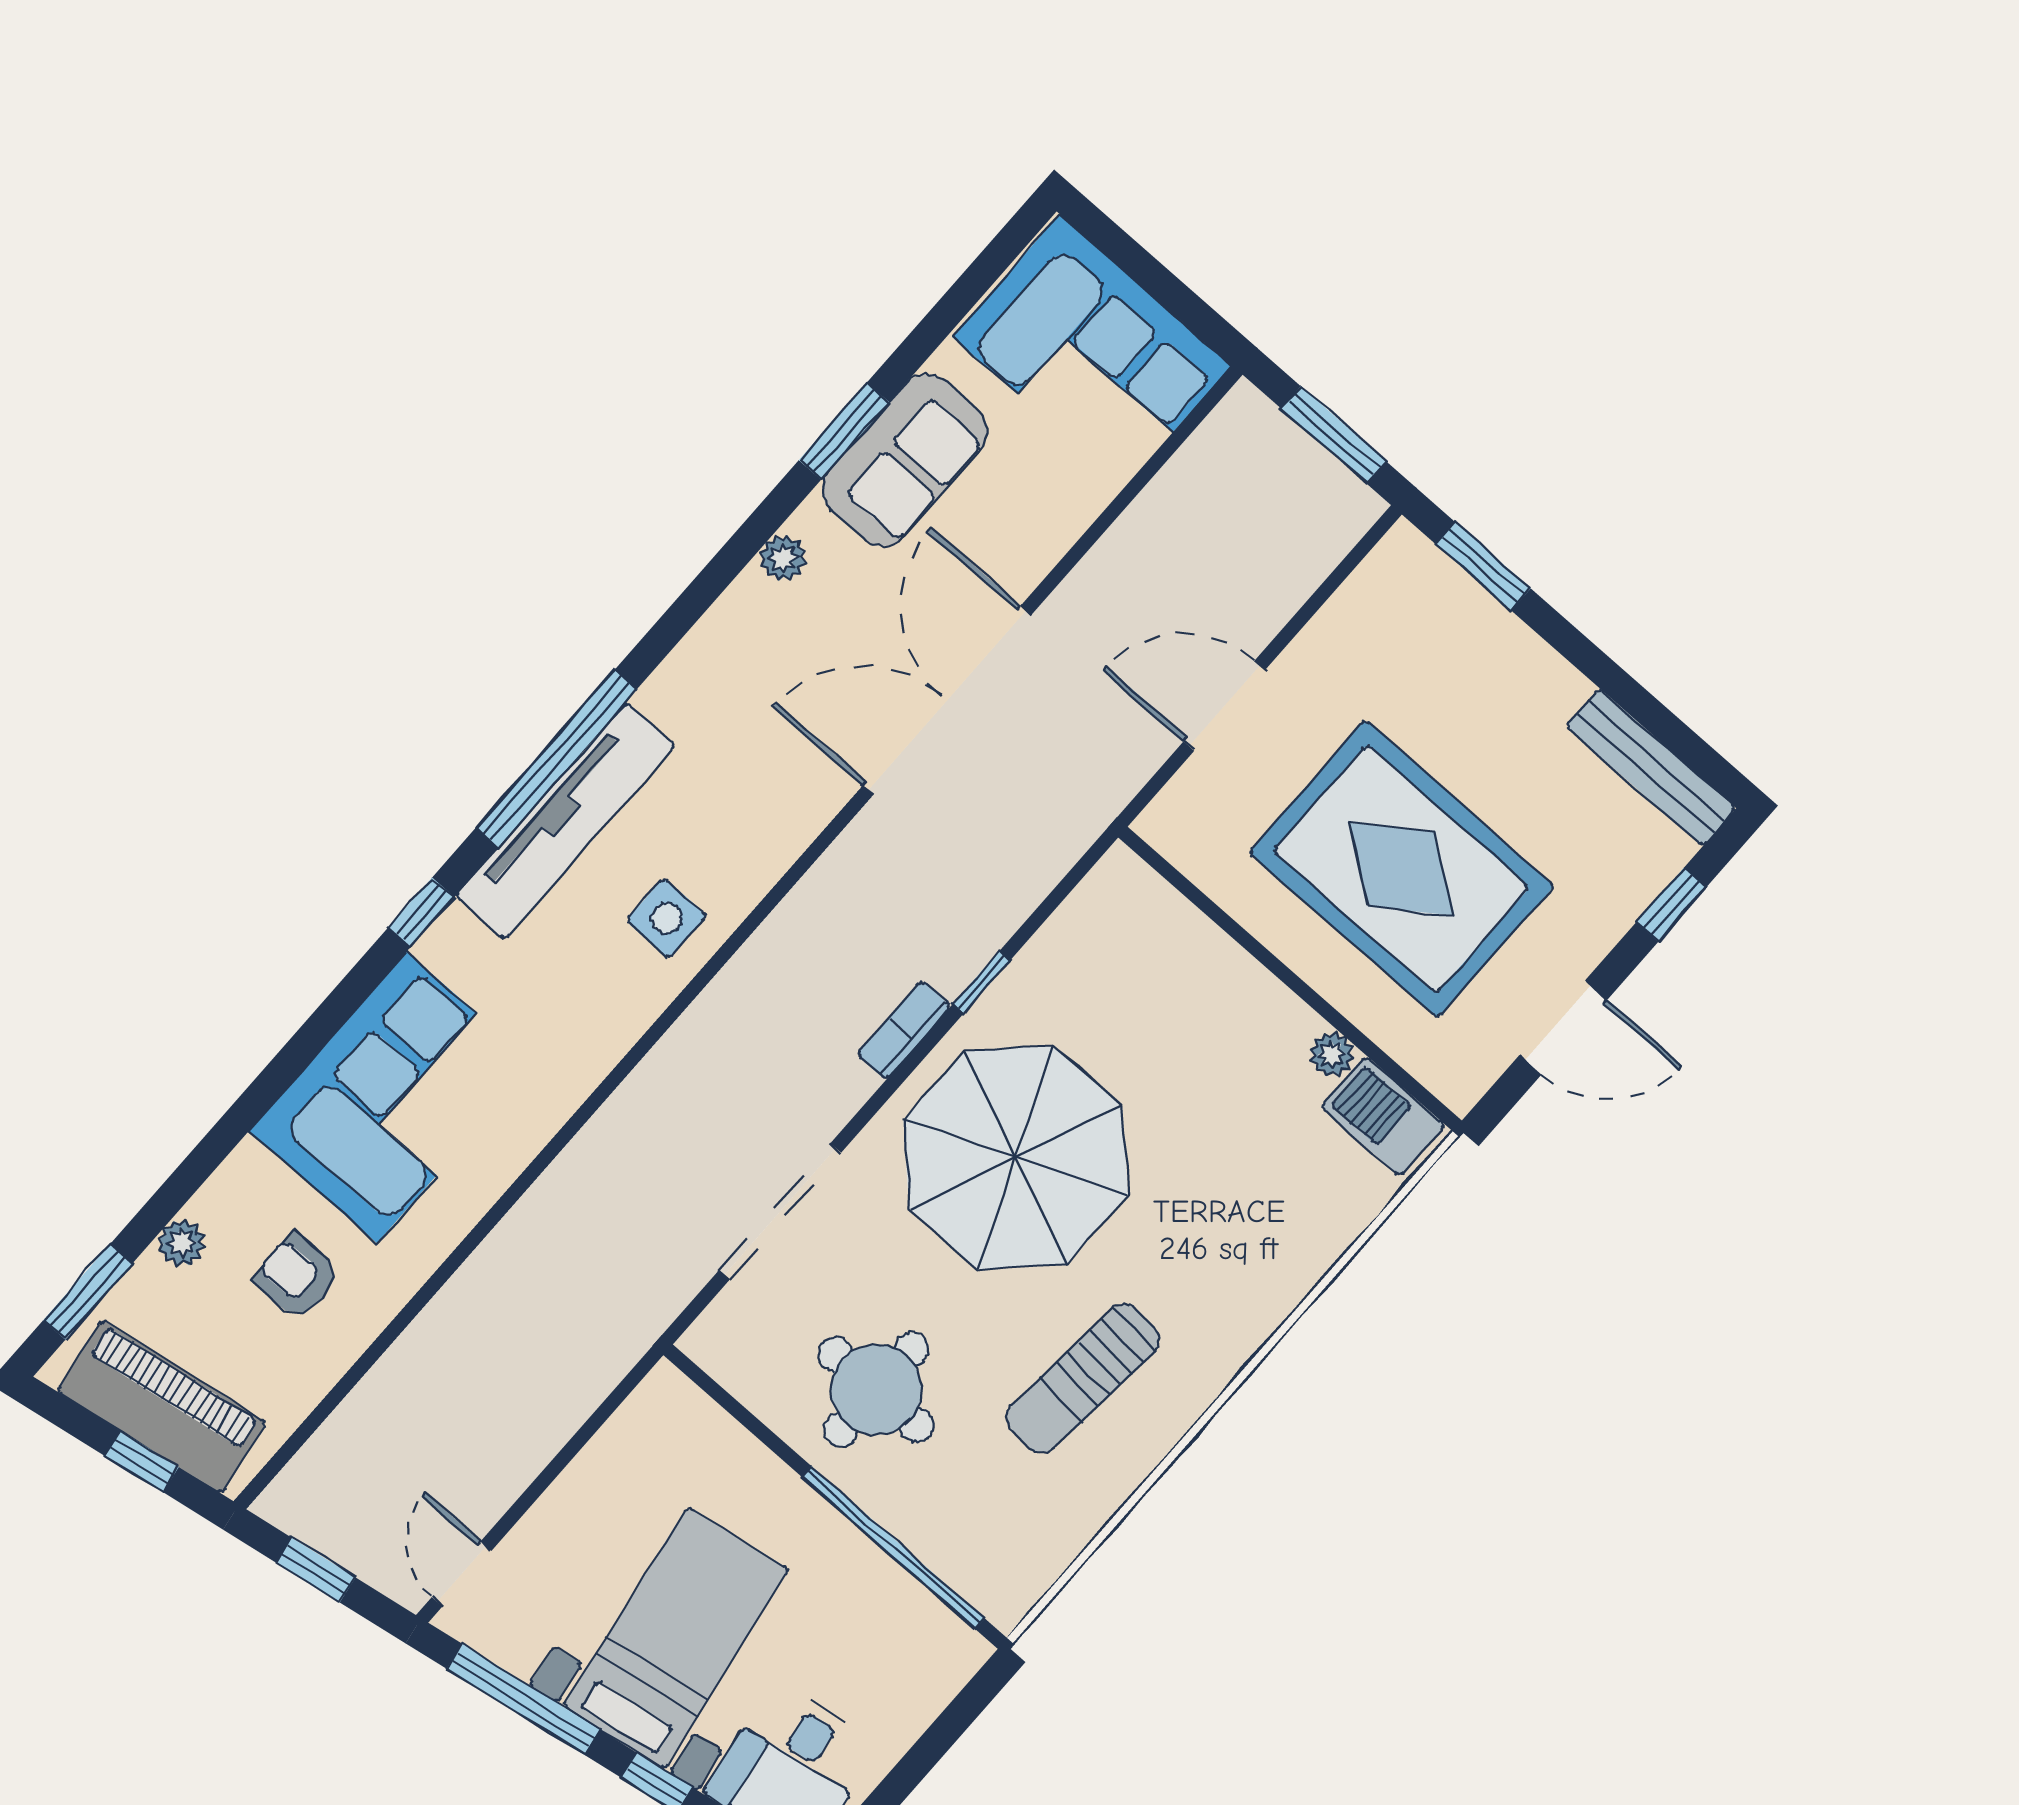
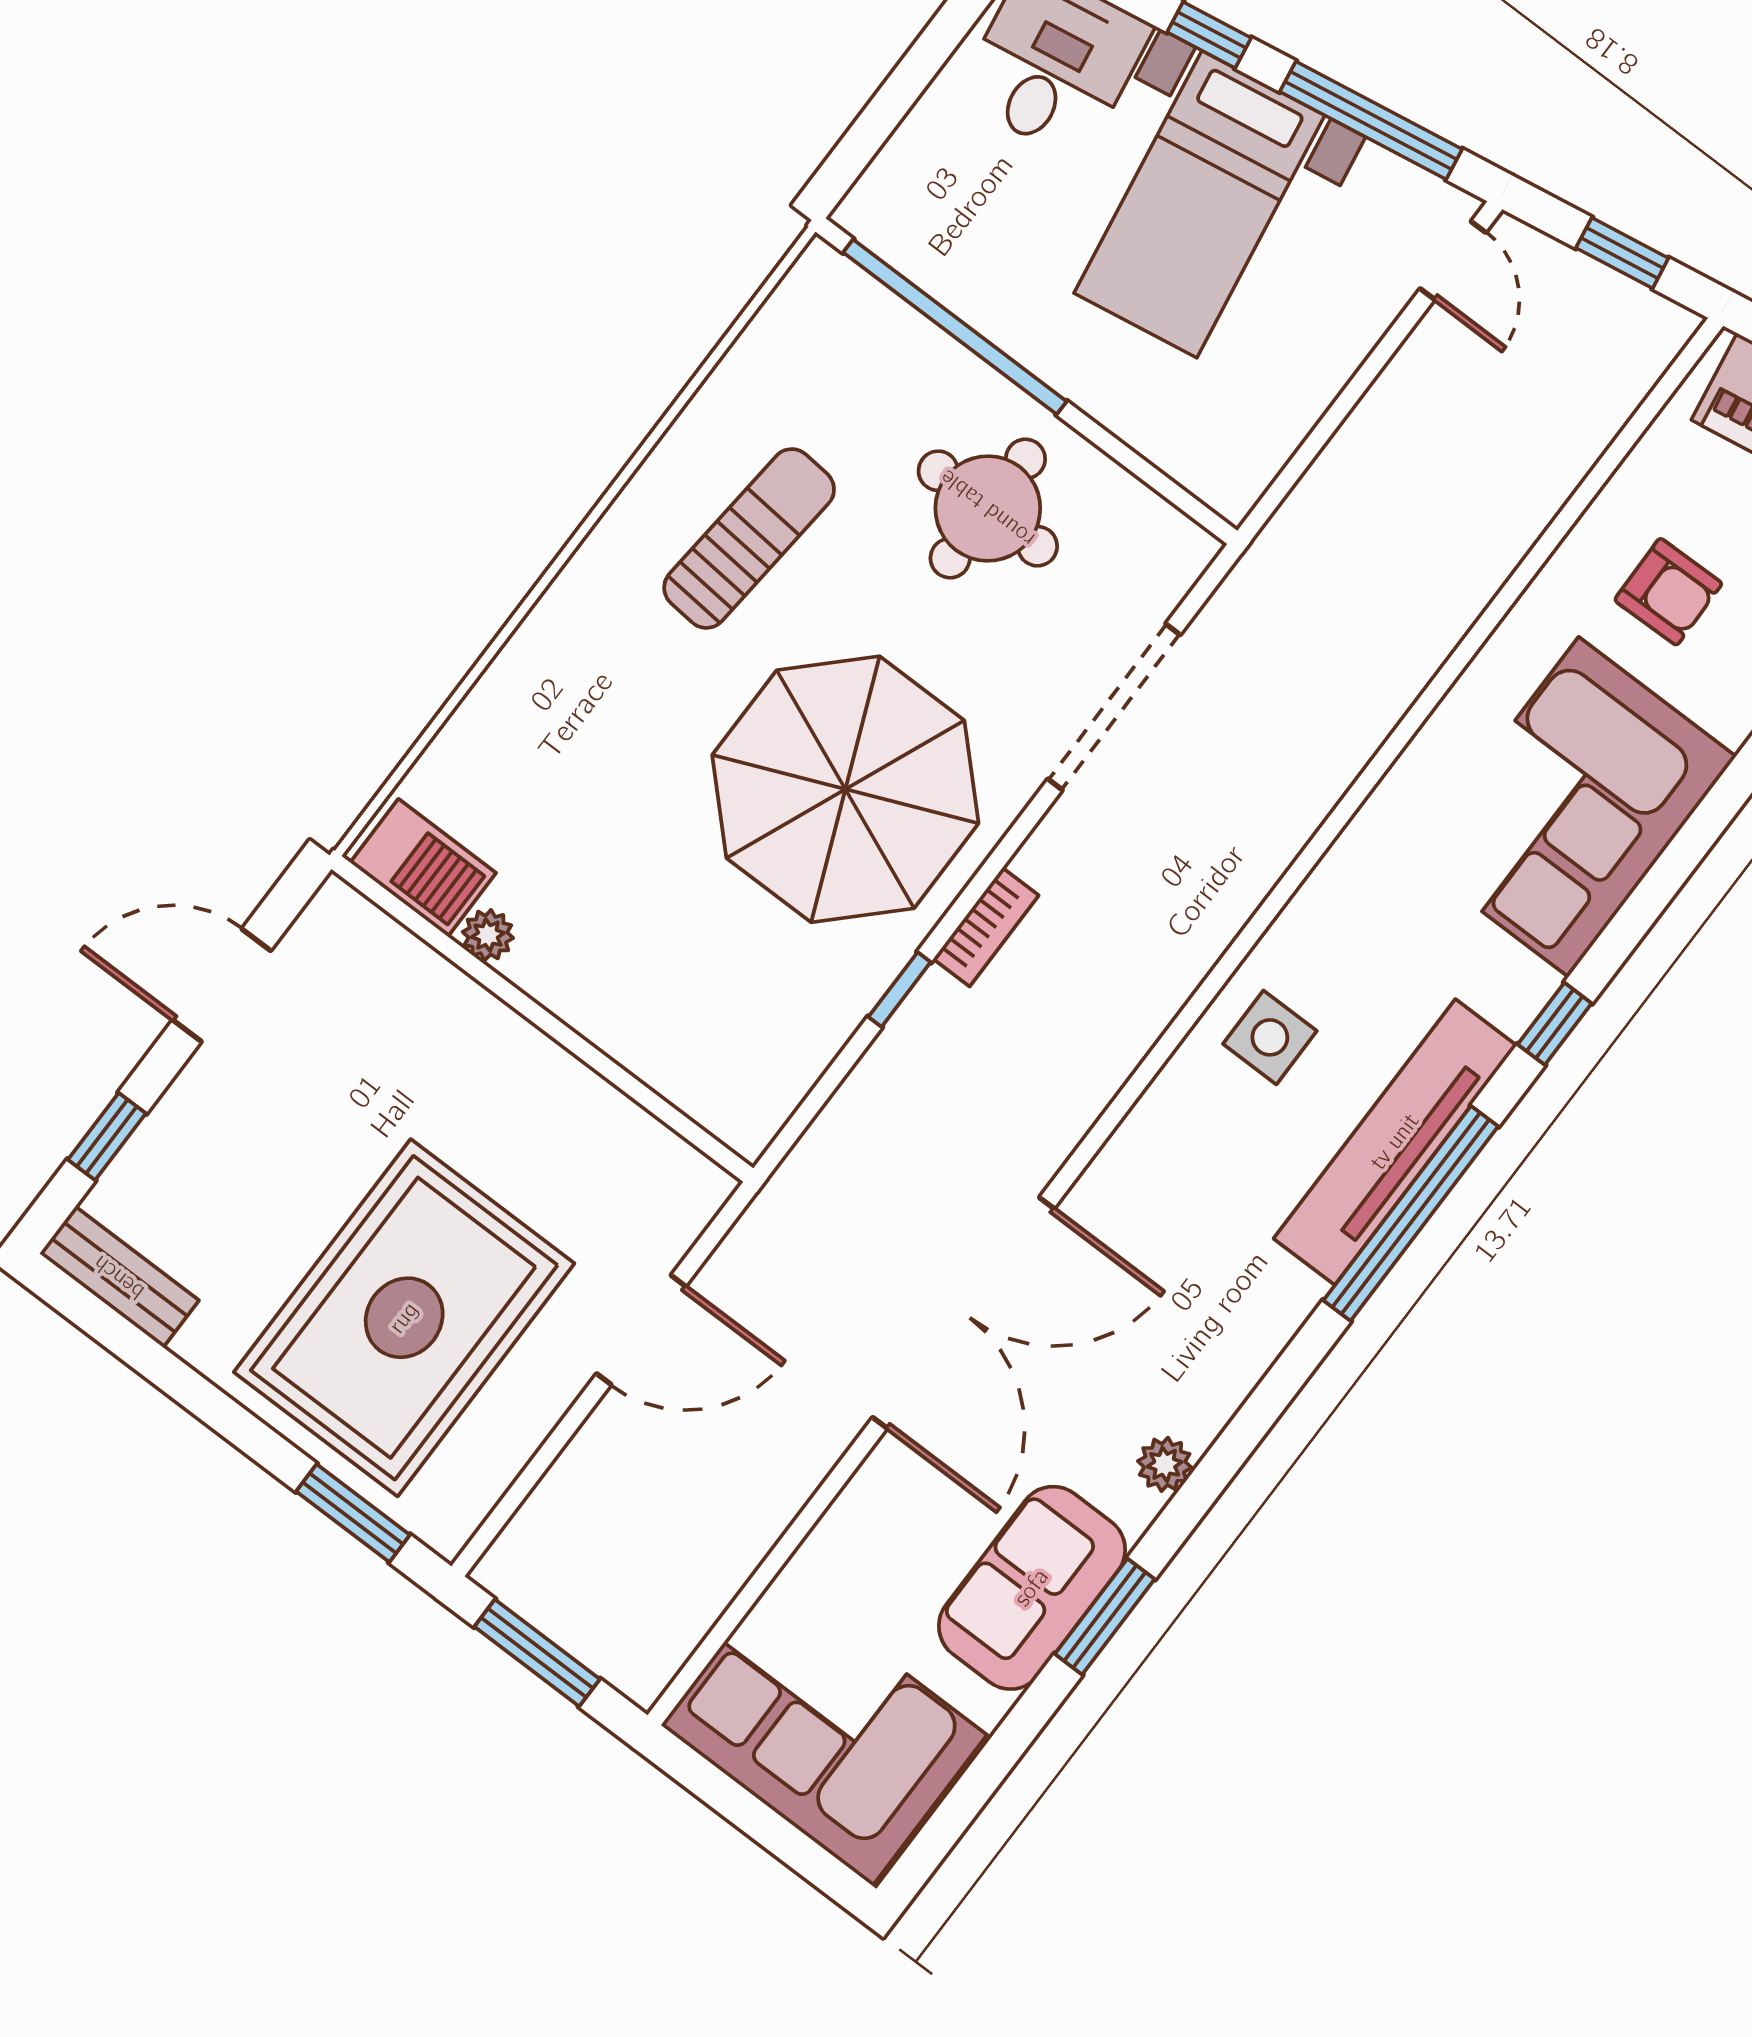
bench: (1651, 767) -> (119, 1277), width x0.73
rug: (1401, 869) -> (404, 1318), moved, turned 90

